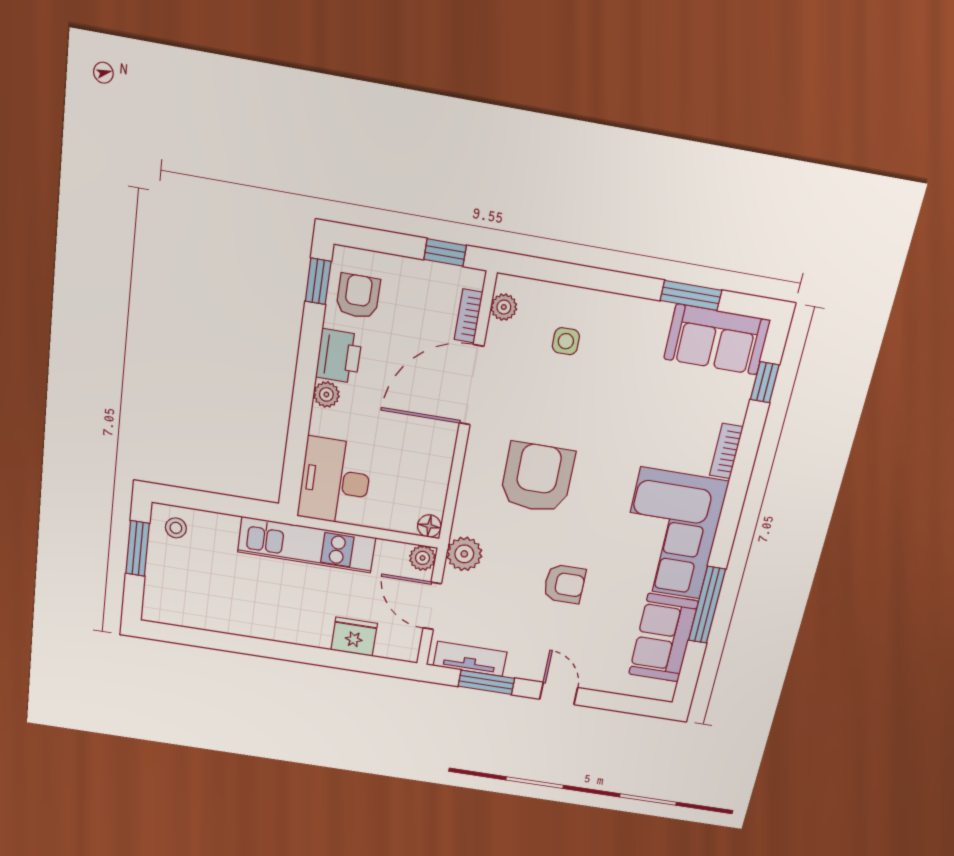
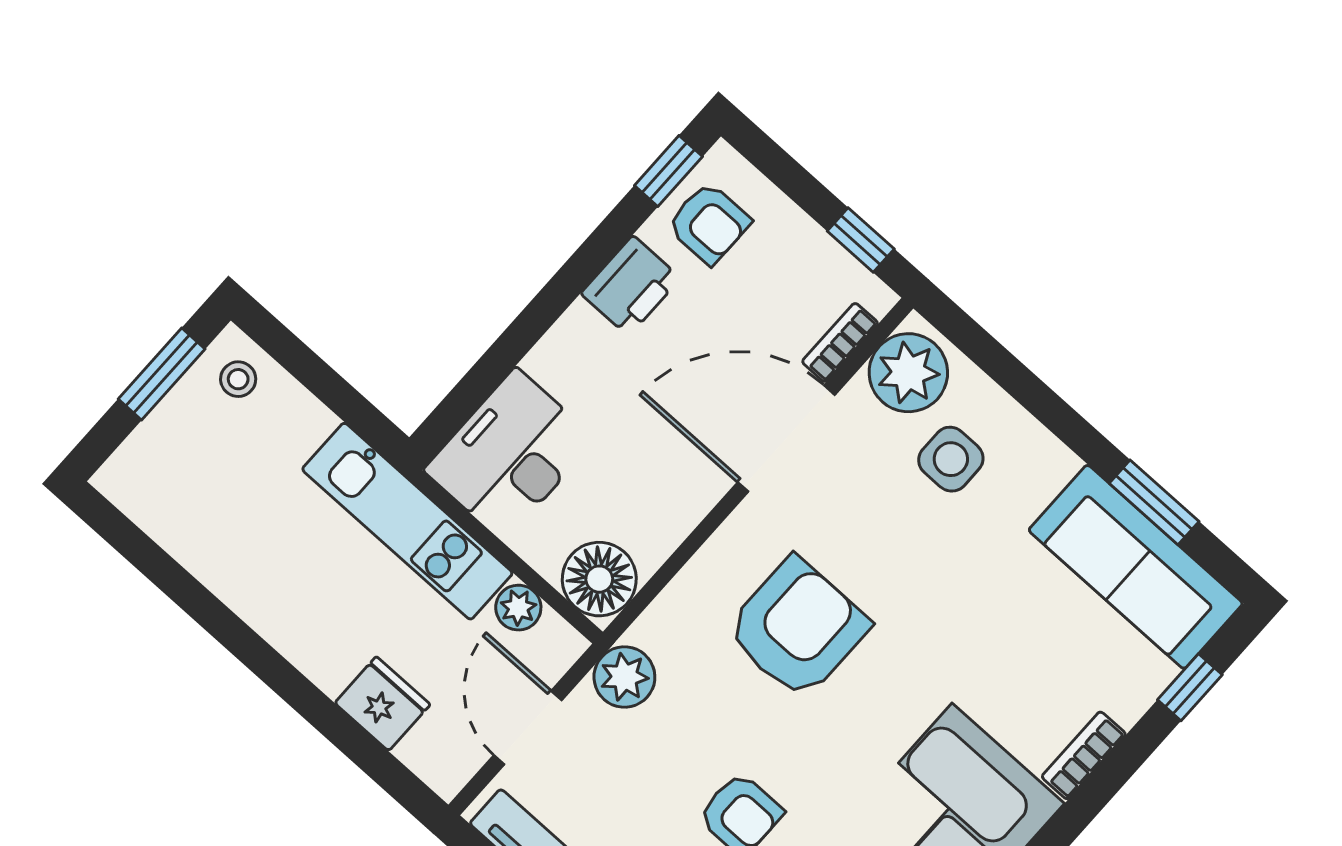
armchair: (358, 296) -> (709, 223), turned 90
plant: (504, 307) -> (908, 373), width x1.87, depth x1.87
sofa: (717, 339) -> (1136, 567), width x1.36
side table: (566, 341) -> (951, 459), width x1.37, depth x1.37
plant: (326, 394) -> (579, 327), removed
floor lamp: (429, 526) -> (599, 579), width x1.89, depth x1.89
plant: (423, 558) -> (518, 608), moved

